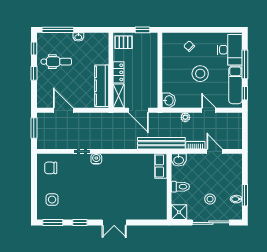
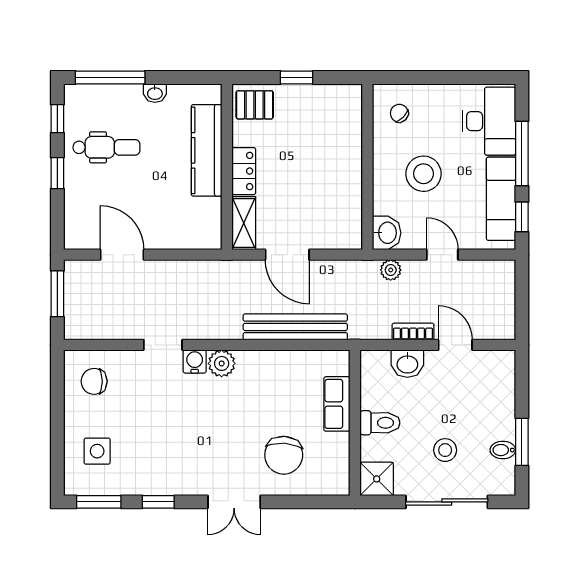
wall: (160, 70) -> (367, 167), moved
kitchen counter: (102, 86) -> (207, 150), moved
washbasin: (169, 100) -> (387, 233), moved
bench: (161, 143) -> (295, 327), moved
plant: (109, 160) -> (222, 363), added
washbasin: (179, 160) -> (407, 364), moved
row of seats: (161, 166) -> (337, 404), moved
chair: (137, 201) -> (284, 455), added

